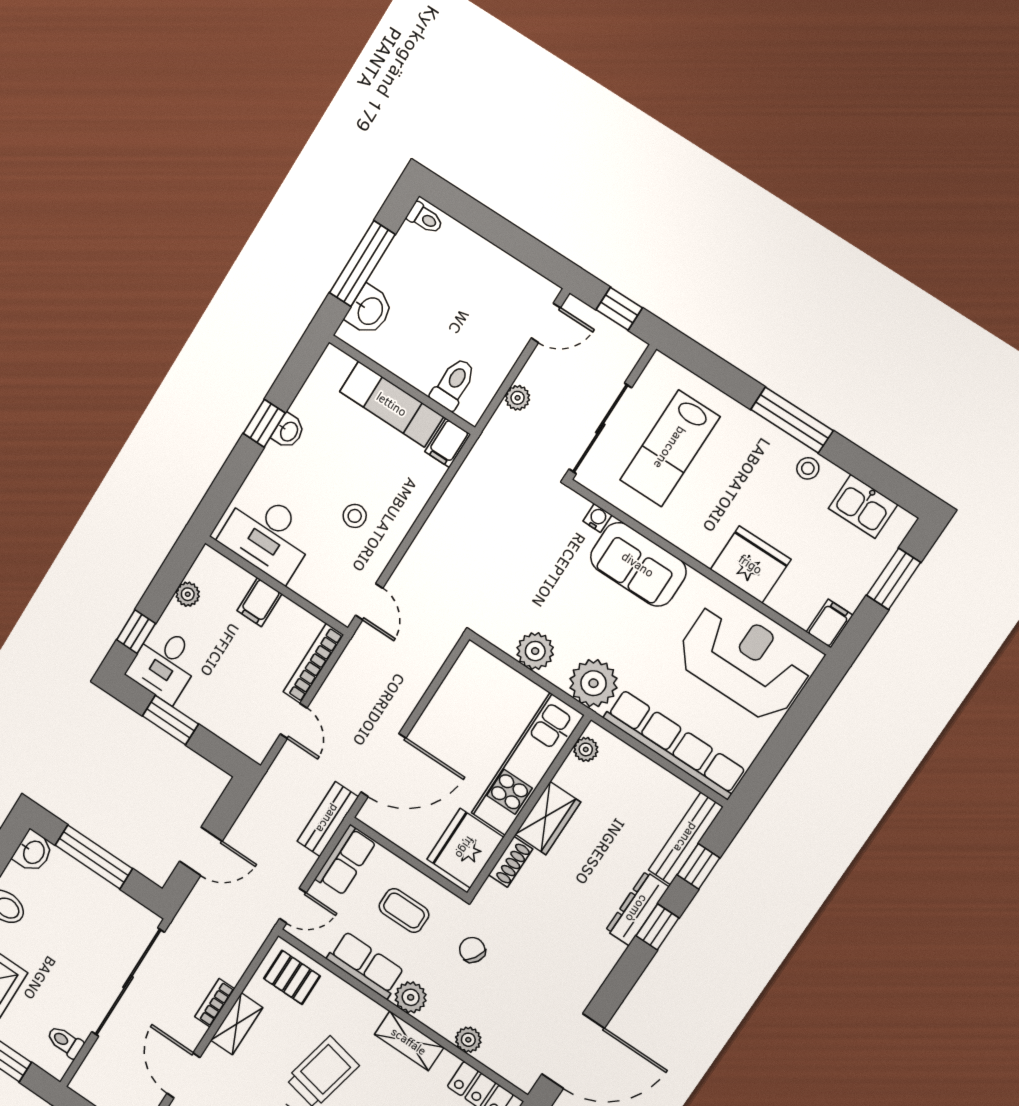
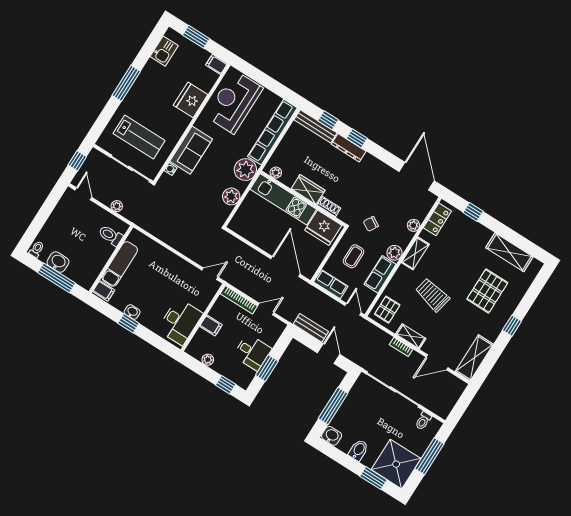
washbasin: (369, 311) -> (58, 262), moved
filing cabinet: (448, 443) -> (104, 291), moved
stool: (808, 468) -> (148, 76), removed
stool: (355, 516) -> (171, 281), removed
desk: (165, 664) -> (252, 352), moved
bench: (328, 819) -> (311, 328), moved

